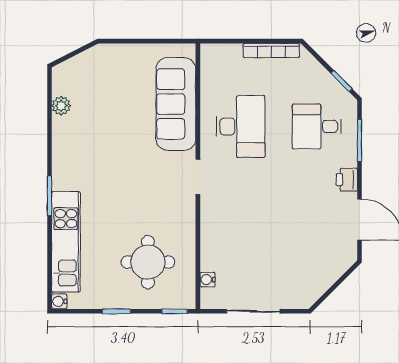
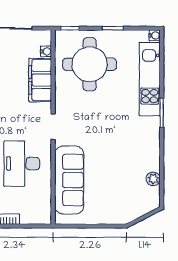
filing cabinet: (216, 241) -> (40, 80), added
round table: (148, 262) -> (90, 64), width x1.36, depth x1.36

